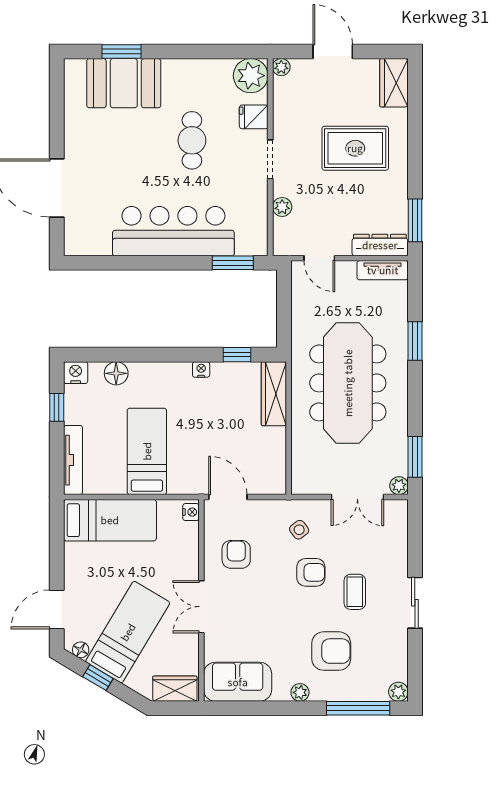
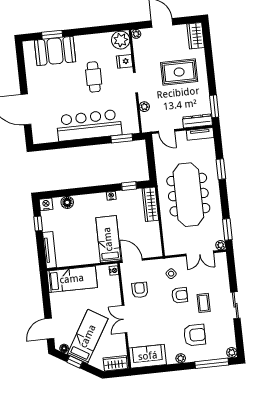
bed: (147, 451) -> (108, 239), moved

